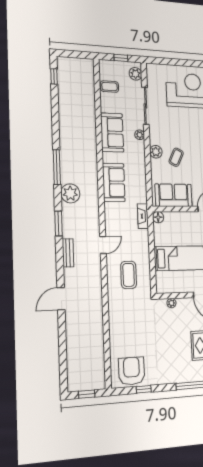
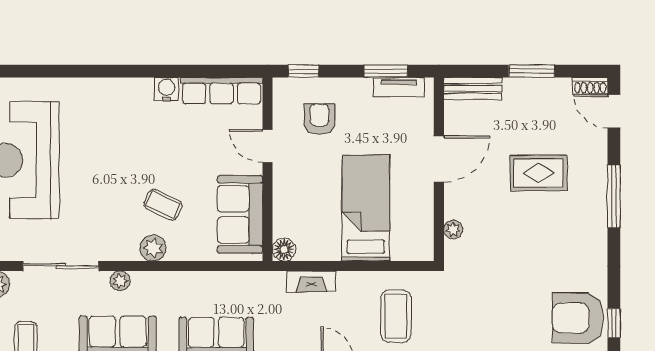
fireplace: (143, 216) -> (311, 281), moved
coffee table: (129, 275) -> (396, 316), turned 90
window: (144, 389) -> (614, 323), moved

